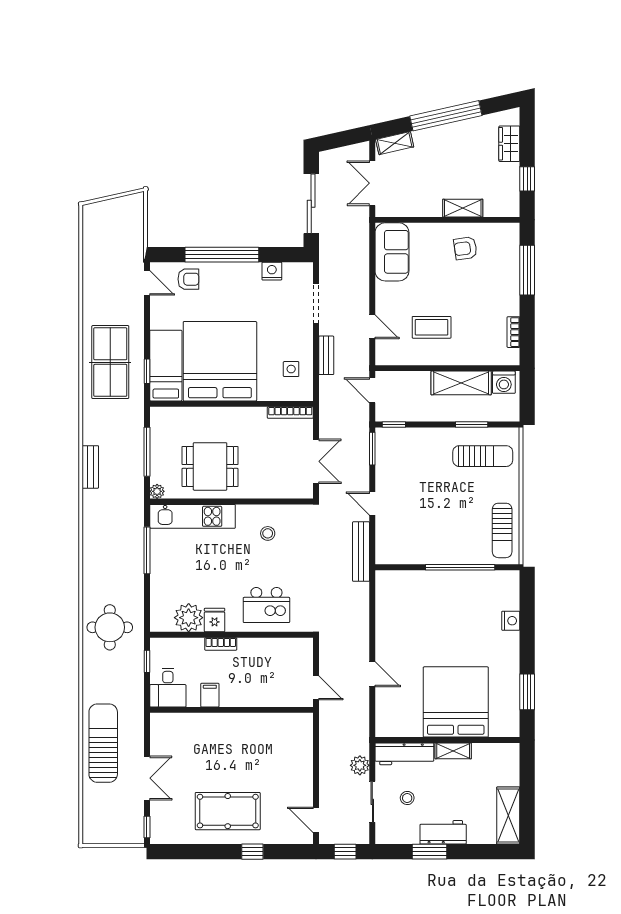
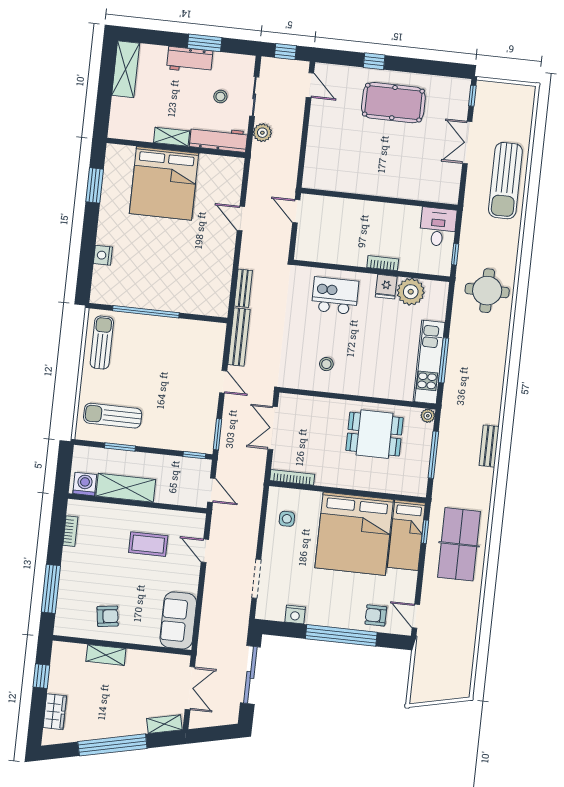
bench: (326, 355) -> (243, 288), moved
kitchen unit: (192, 516) -> (429, 362), moved, turned -90
filing cabinet: (210, 695) -> (398, 215), removed

